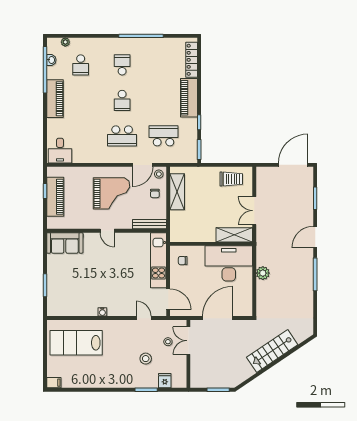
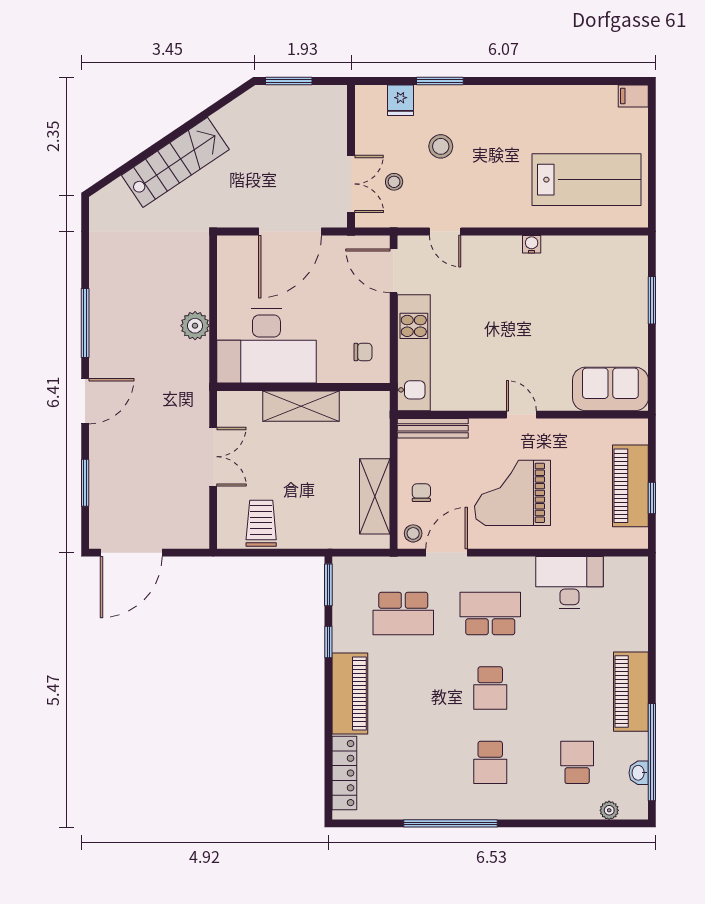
school desk: (122, 100) -> (490, 688), turned 180
desk: (60, 151) -> (569, 583), moved, width x1.37
trolley: (231, 179) -> (261, 523), turned 90
shelving: (234, 235) -> (301, 406), moved

